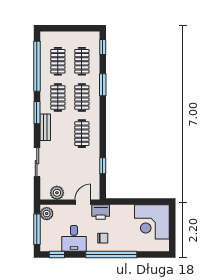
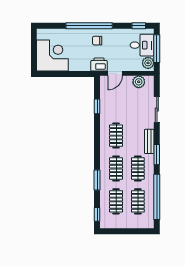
desk: (74, 238) -> (142, 45), moved, turned 90

